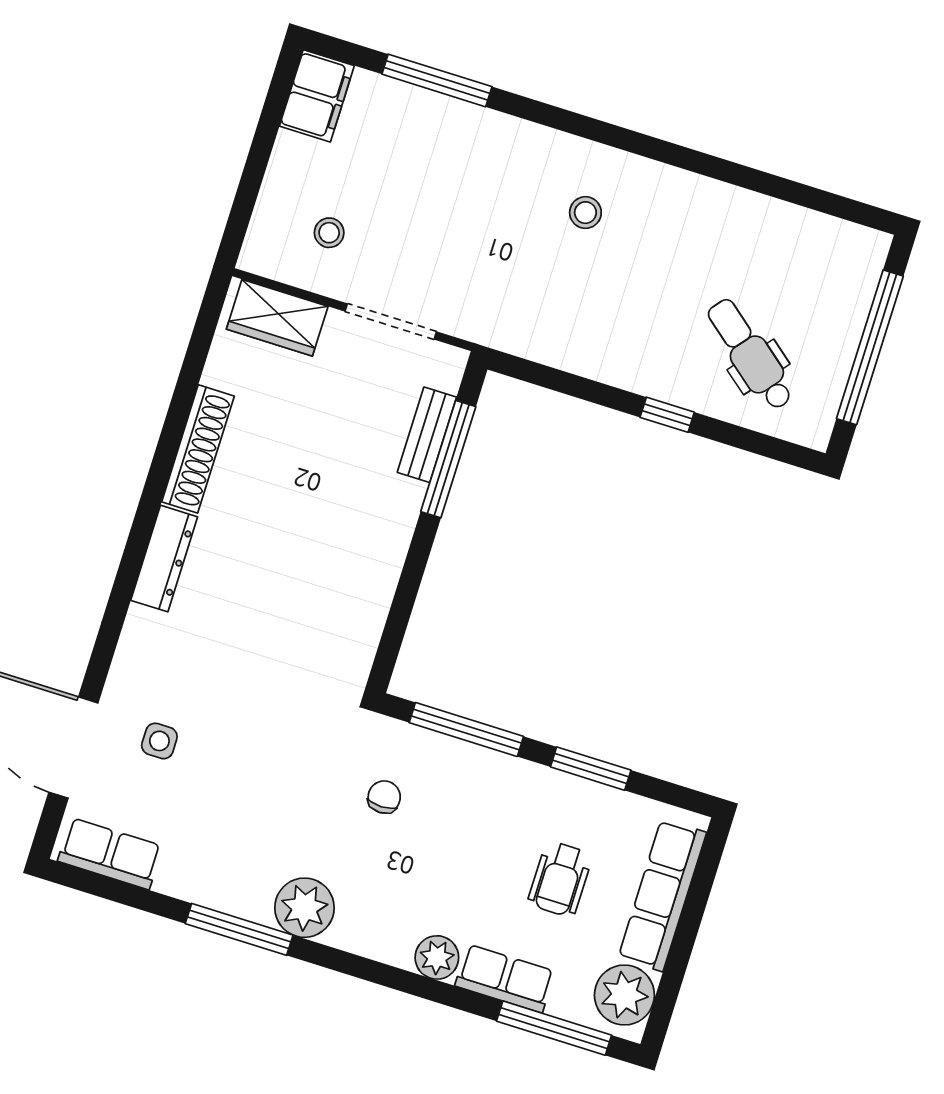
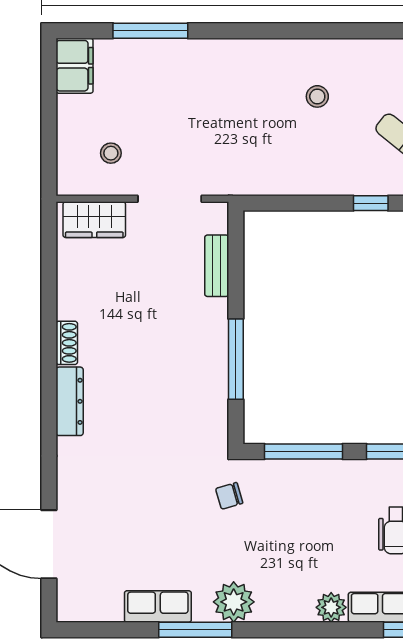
stool: (585, 213) -> (317, 96), moved
shoe rack: (198, 449) -> (67, 343), width x0.51, depth x0.81
window: (448, 459) -> (236, 359), moved
side table: (159, 741) -> (104, 522), removed
chair: (384, 797) -> (229, 496), moved, turned -106
row of seats: (110, 854) -> (158, 606), moved

